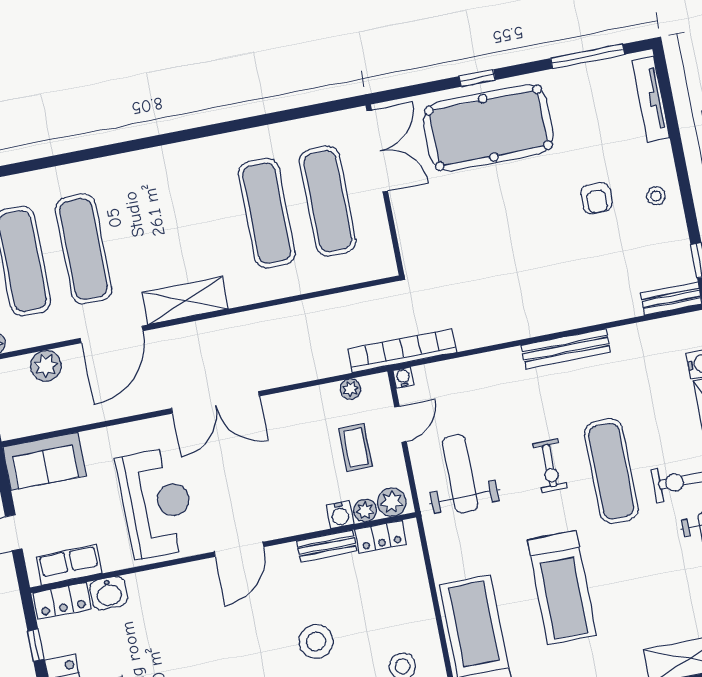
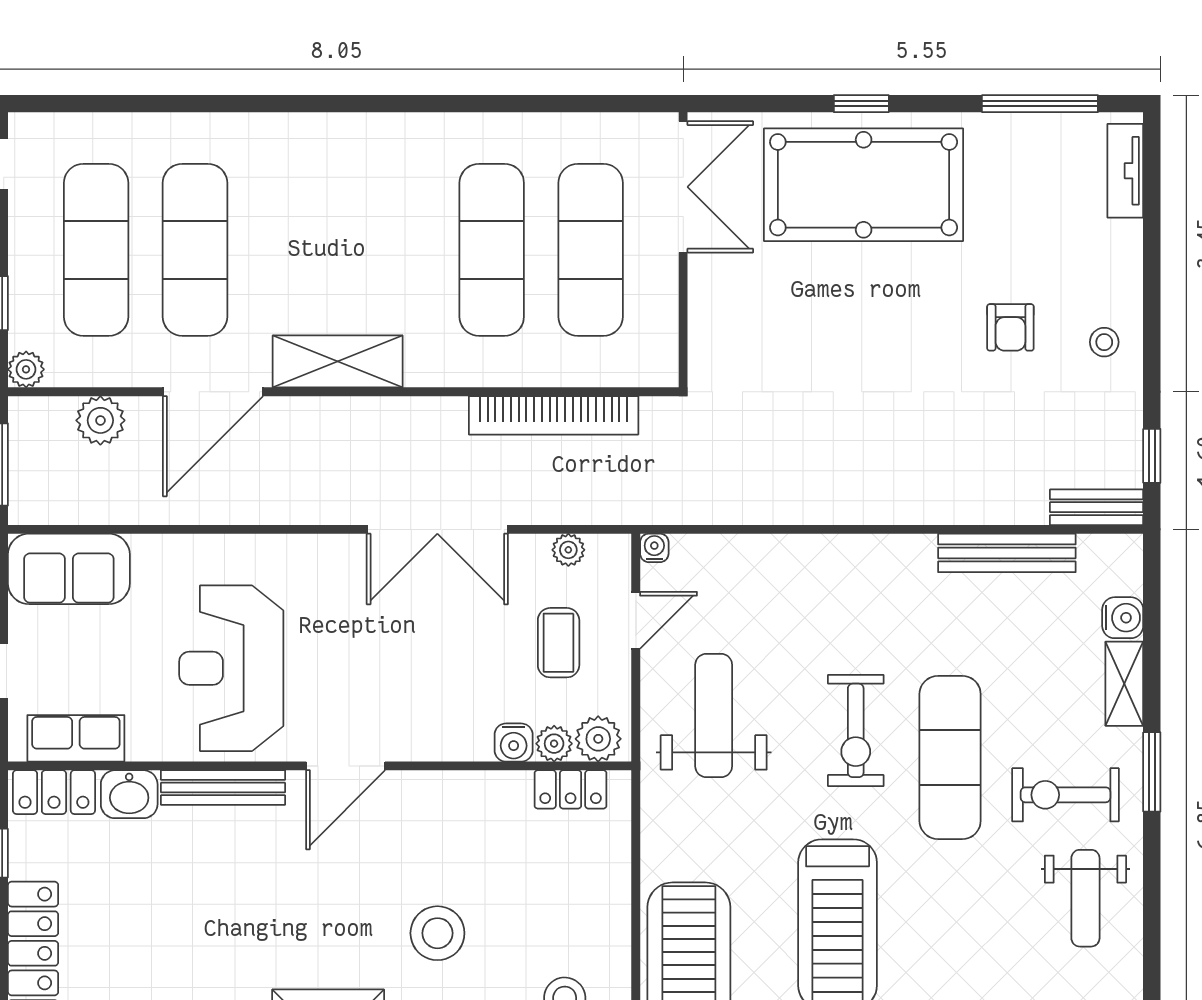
tv unit: (651, 99) -> (1125, 171), width x0.71
bench: (566, 349) -> (1007, 553), moved
bookcase: (402, 351) -> (554, 415), moved, turned 180
double door: (216, 402) -> (437, 529), moved
exercise bike: (550, 466) -> (856, 730), width x1.38, depth x1.39
reception desk: (157, 503) -> (231, 668), turned 180
bench: (327, 546) -> (223, 788), moved, width x1.36

